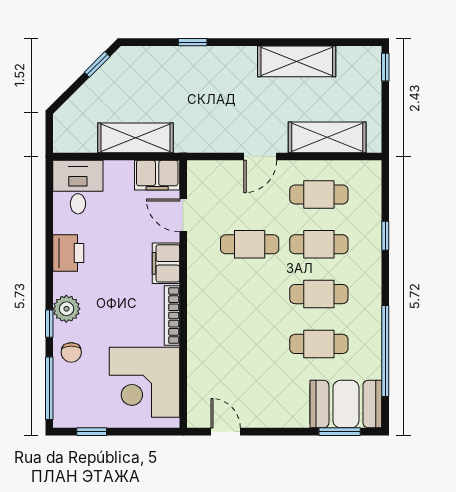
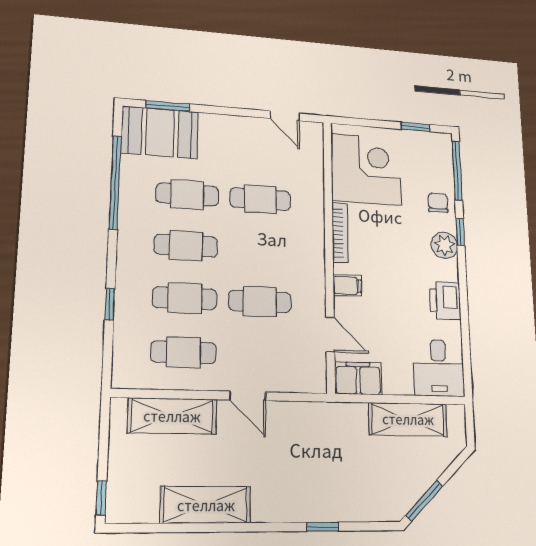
window: (97, 64) -> (424, 501), width x1.50
shelving: (135, 138) -> (408, 419), moved
door: (260, 157) -> (248, 396), swing flipped
filing cabinet: (166, 263) -> (347, 286), width x0.50
cafe table: (250, 344) -> (260, 199), added

